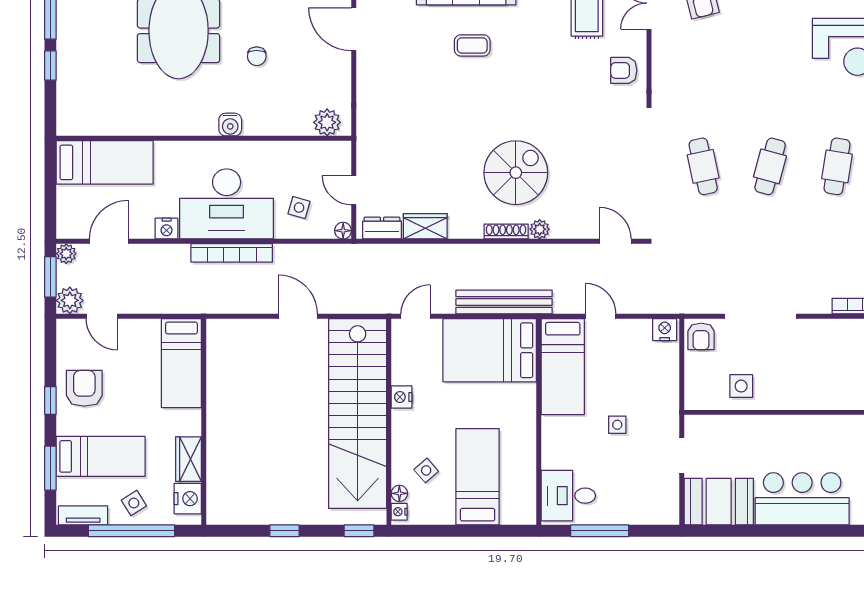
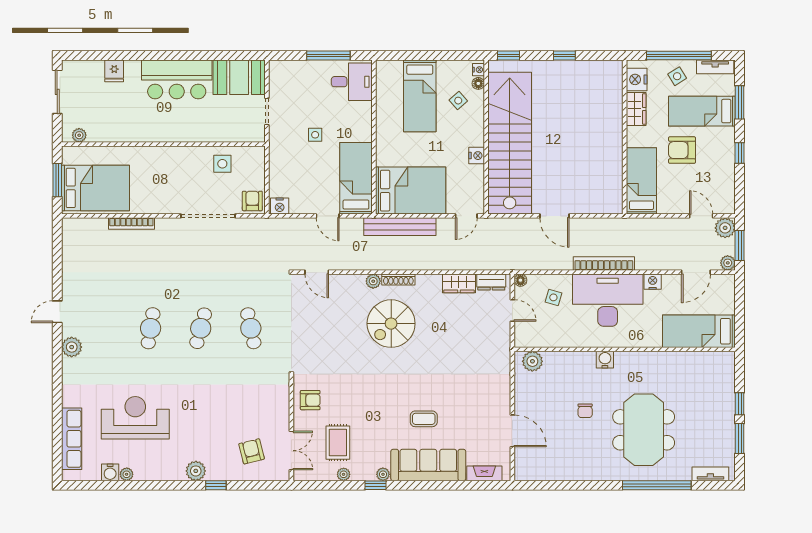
chair: (257, 56) -> (585, 411), turned 180
armchair: (84, 388) -> (682, 150), moved, turned 90

